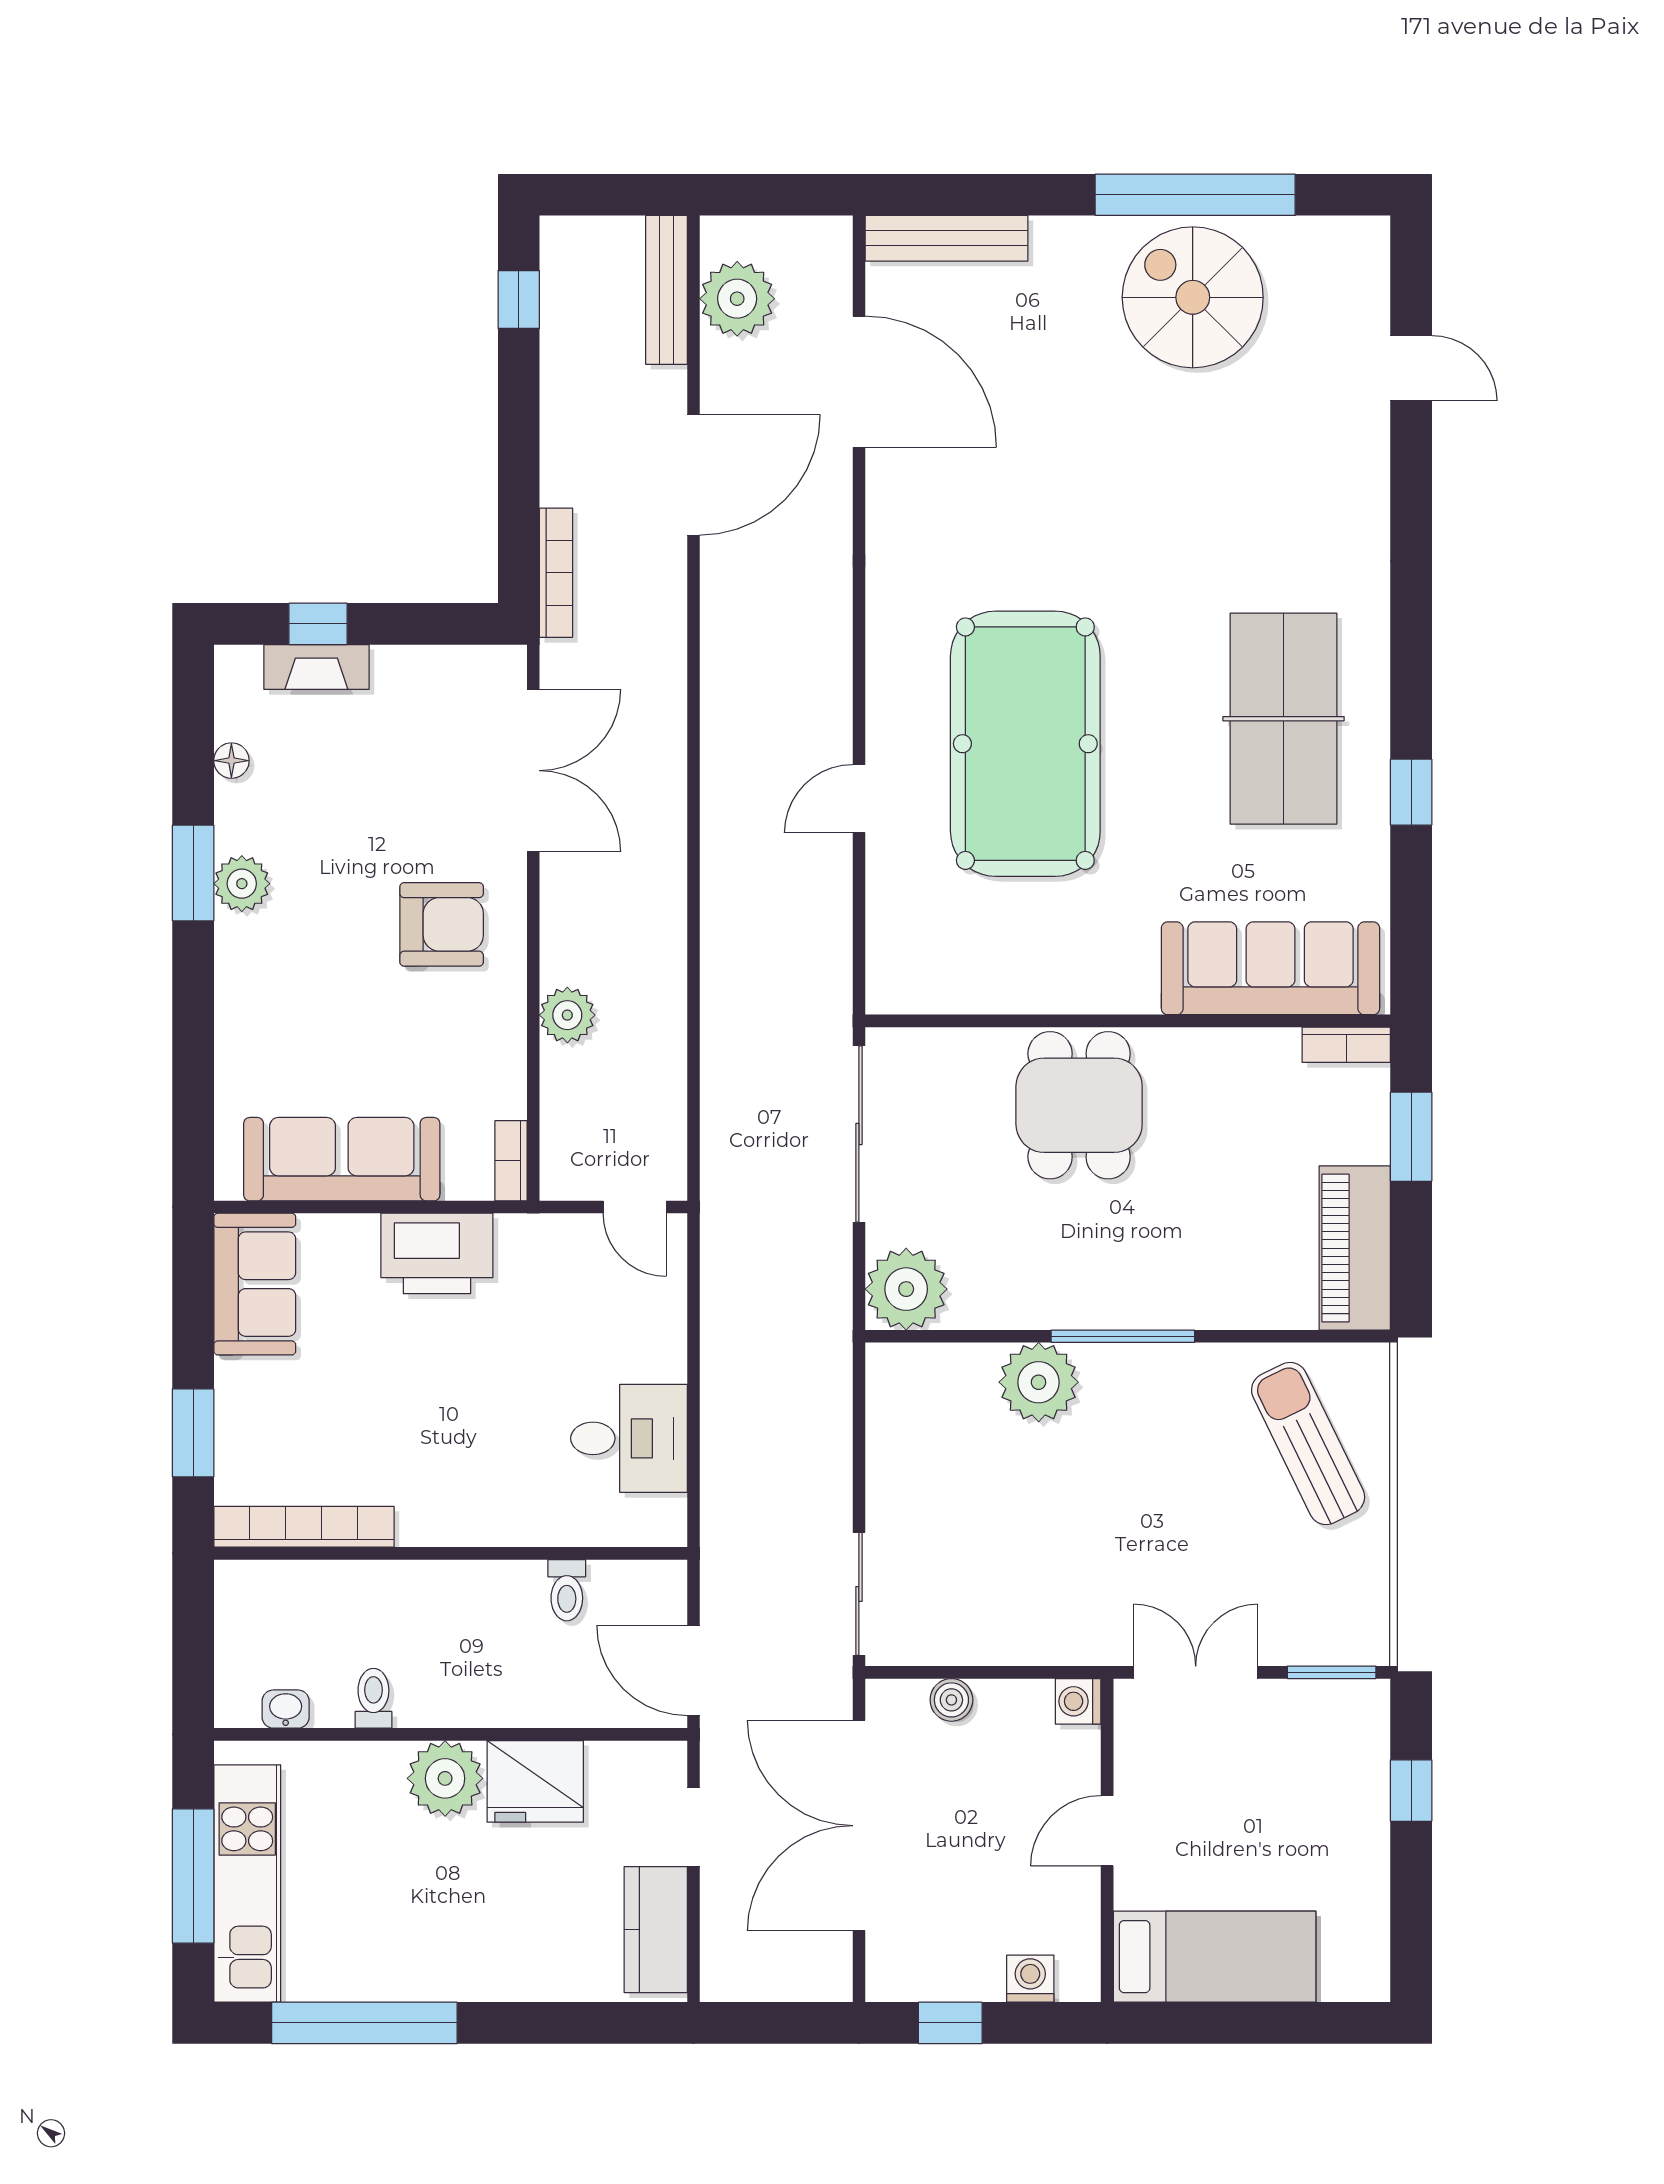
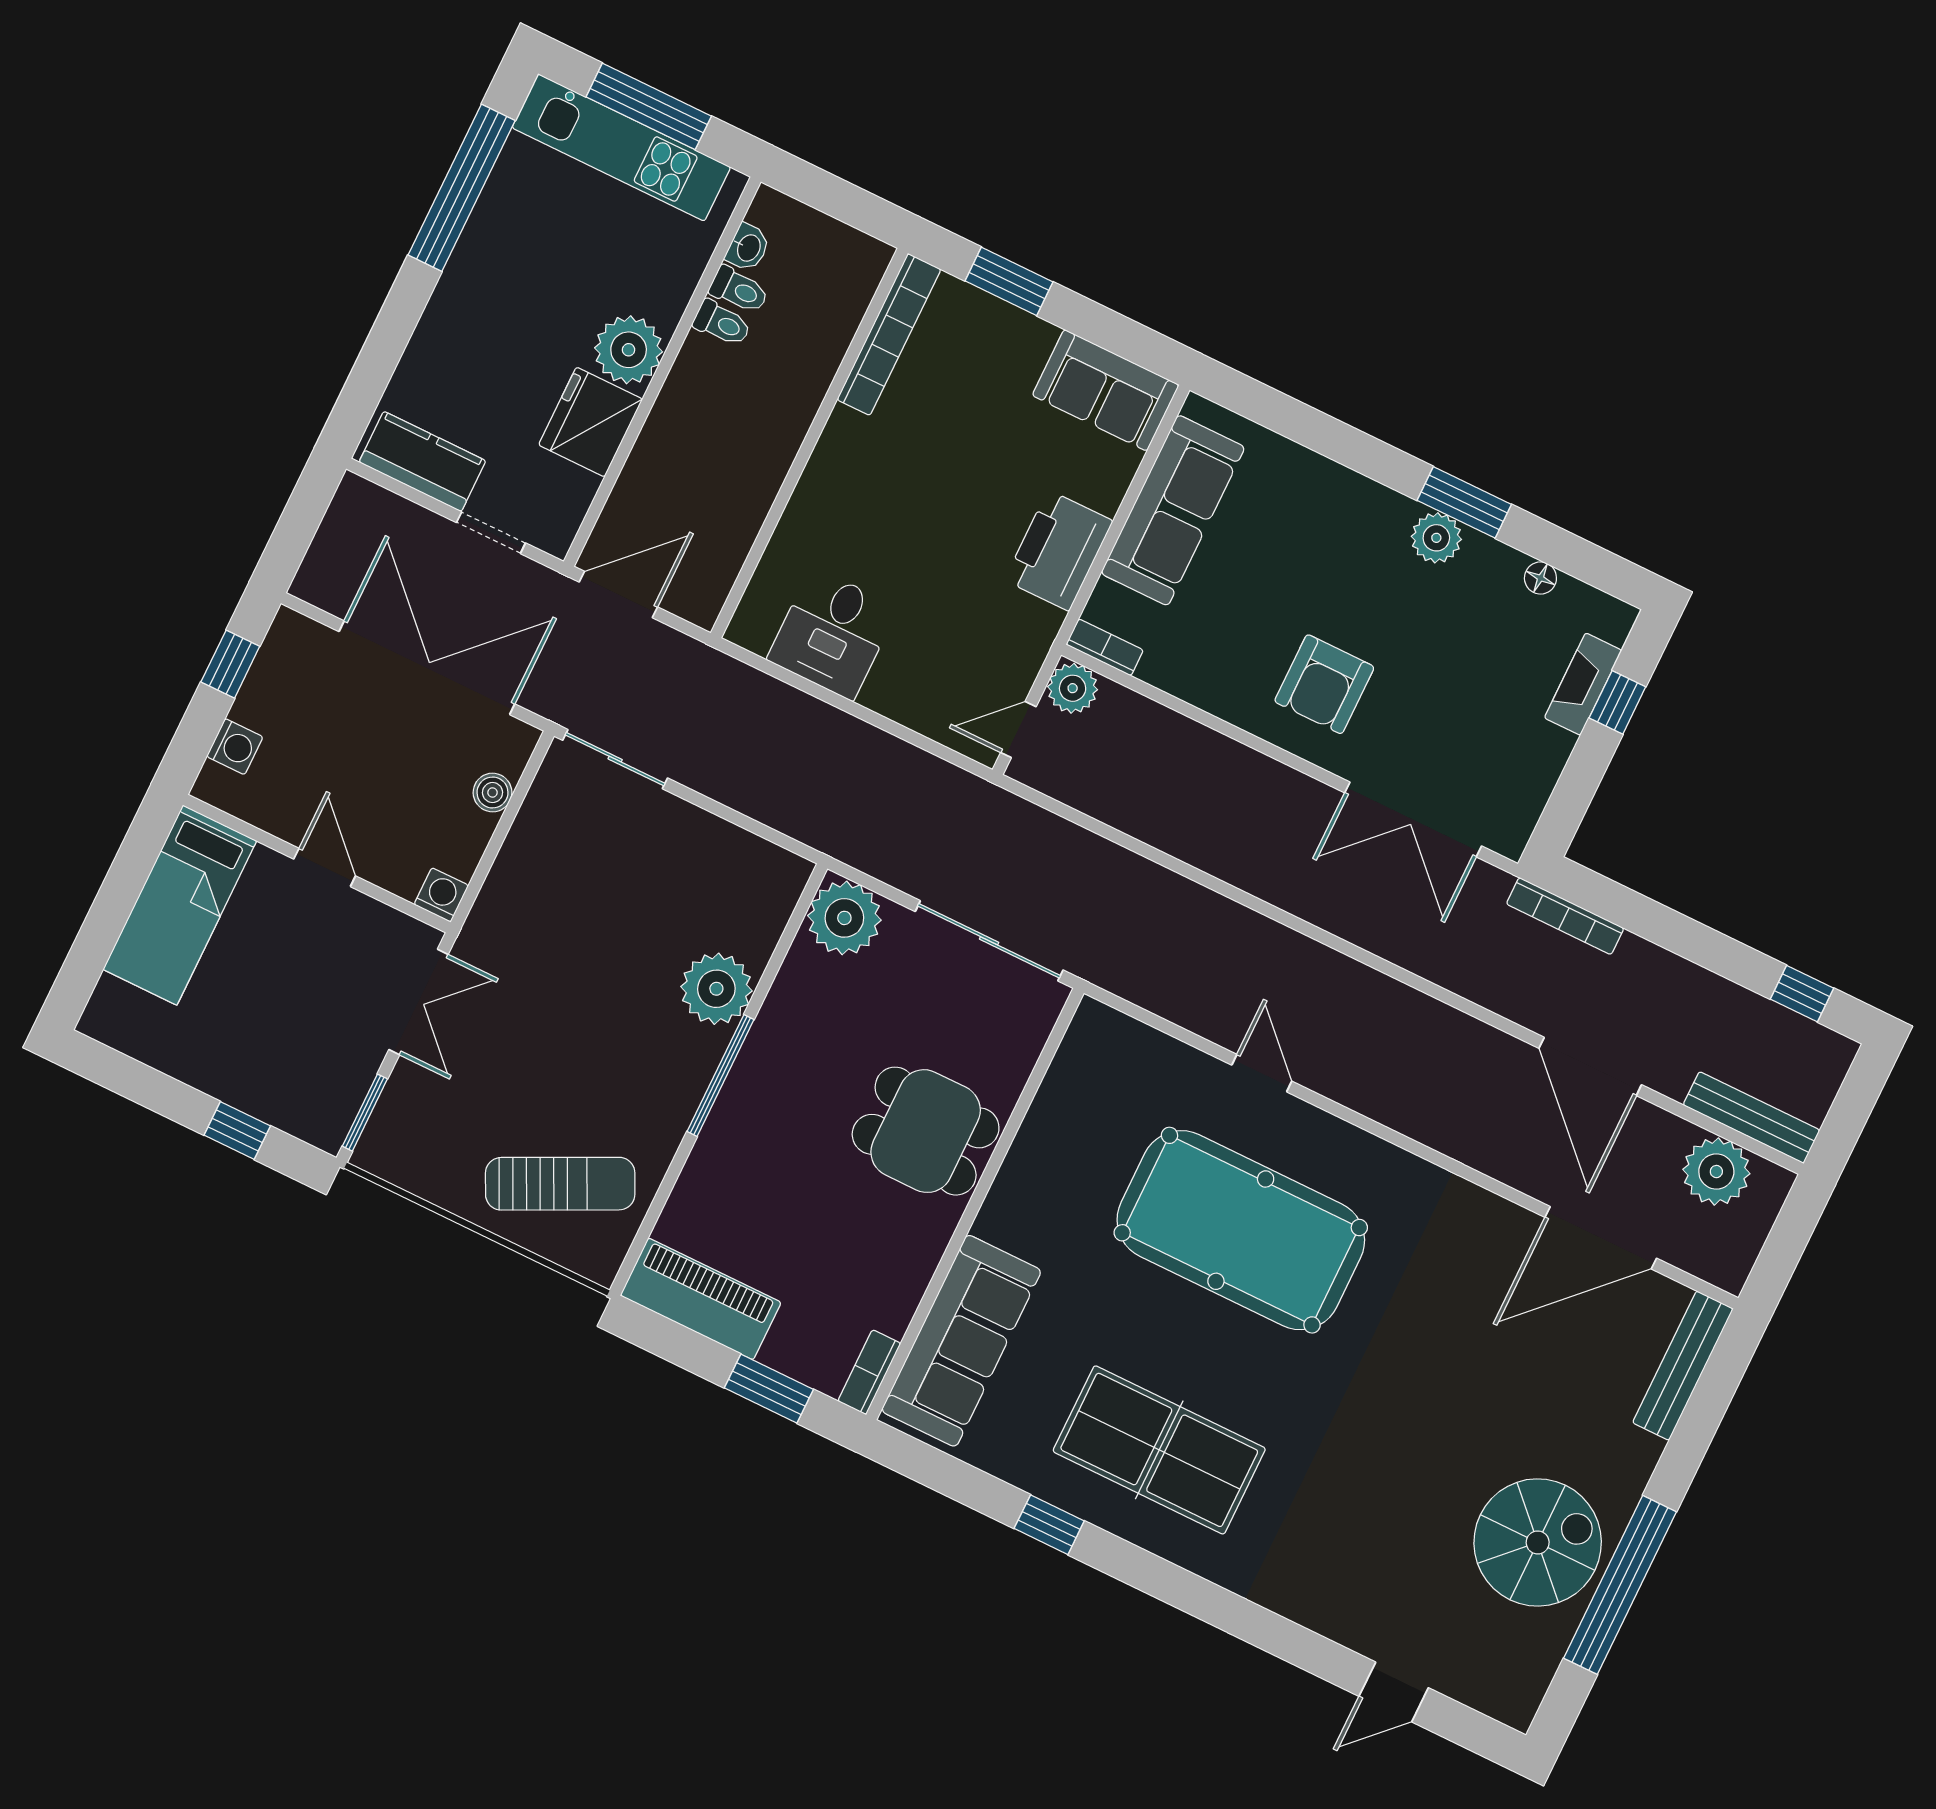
plant: (567, 1015) -> (1073, 688), moved
toilet: (567, 1590) -> (739, 290), moved, turned 180

